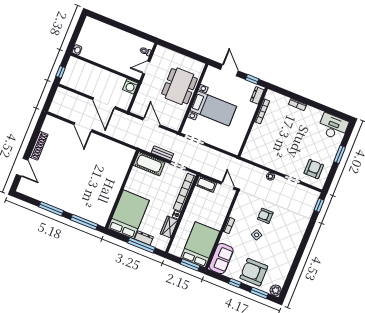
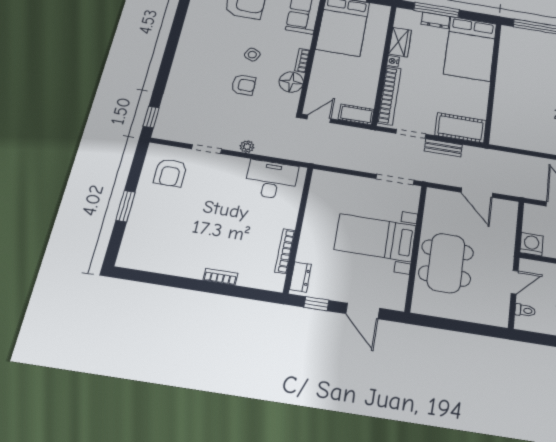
desk: (333, 127) -> (271, 180), moved, turned 180
door: (228, 186) -> (319, 119), swing flipped
floor lamp: (238, 212) -> (291, 82), added

